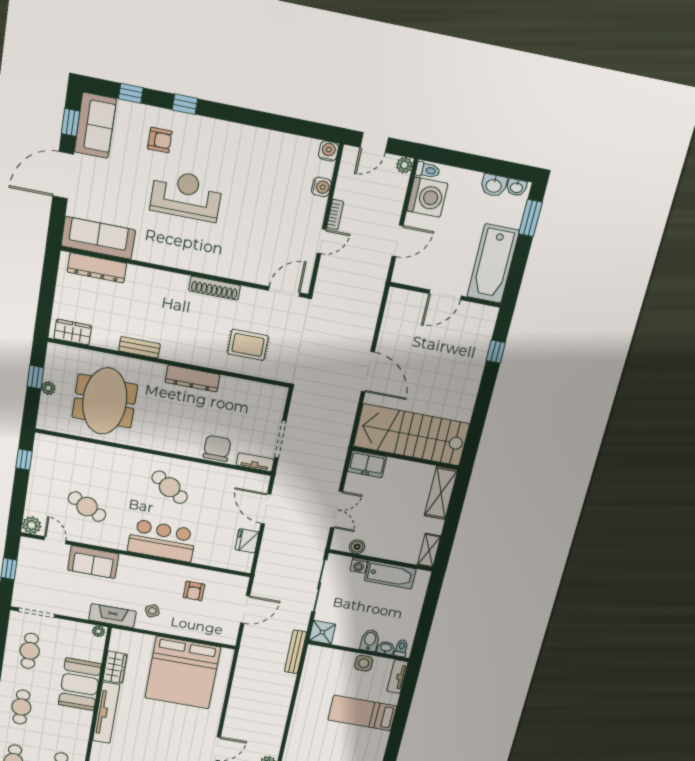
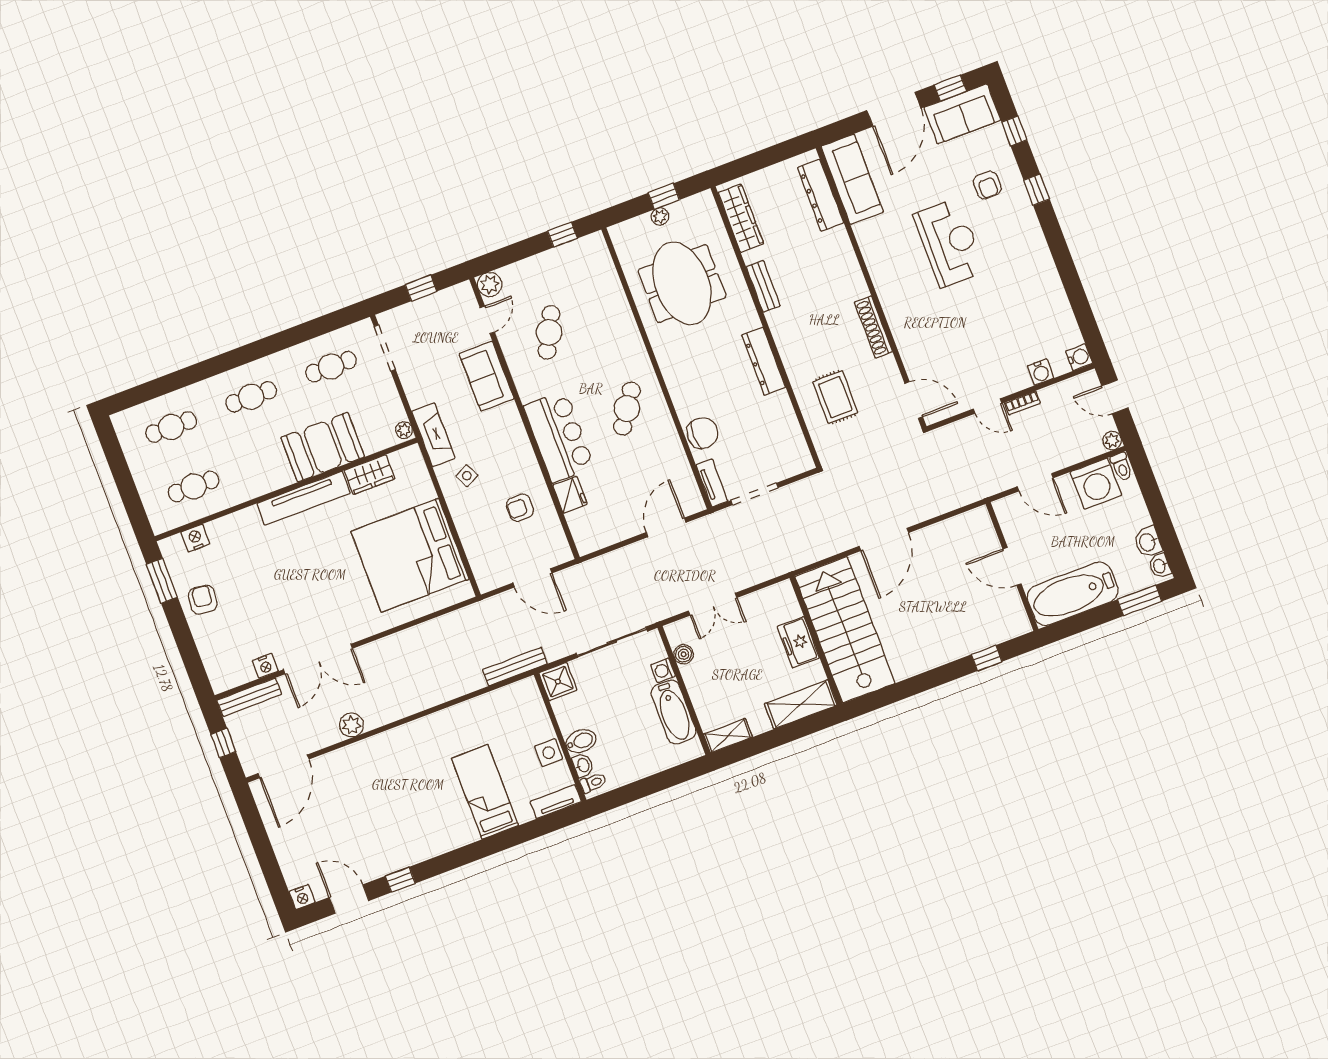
door: (63, 175) -> (894, 109), swing flipped
wardrobe: (73, 332) -> (741, 218), width x1.50
meeting table: (105, 401) -> (682, 284), turned 90
freezer: (367, 464) -> (798, 642), moved
fridge: (247, 541) -> (570, 495), moved, turned 90

